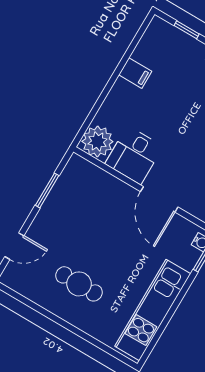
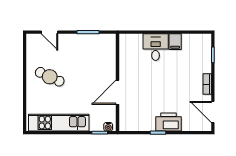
plant: (97, 142) -> (128, 43), removed
desk: (134, 155) -> (156, 47), moved, turned 90
cafe table: (79, 284) -> (50, 77), turned -65

